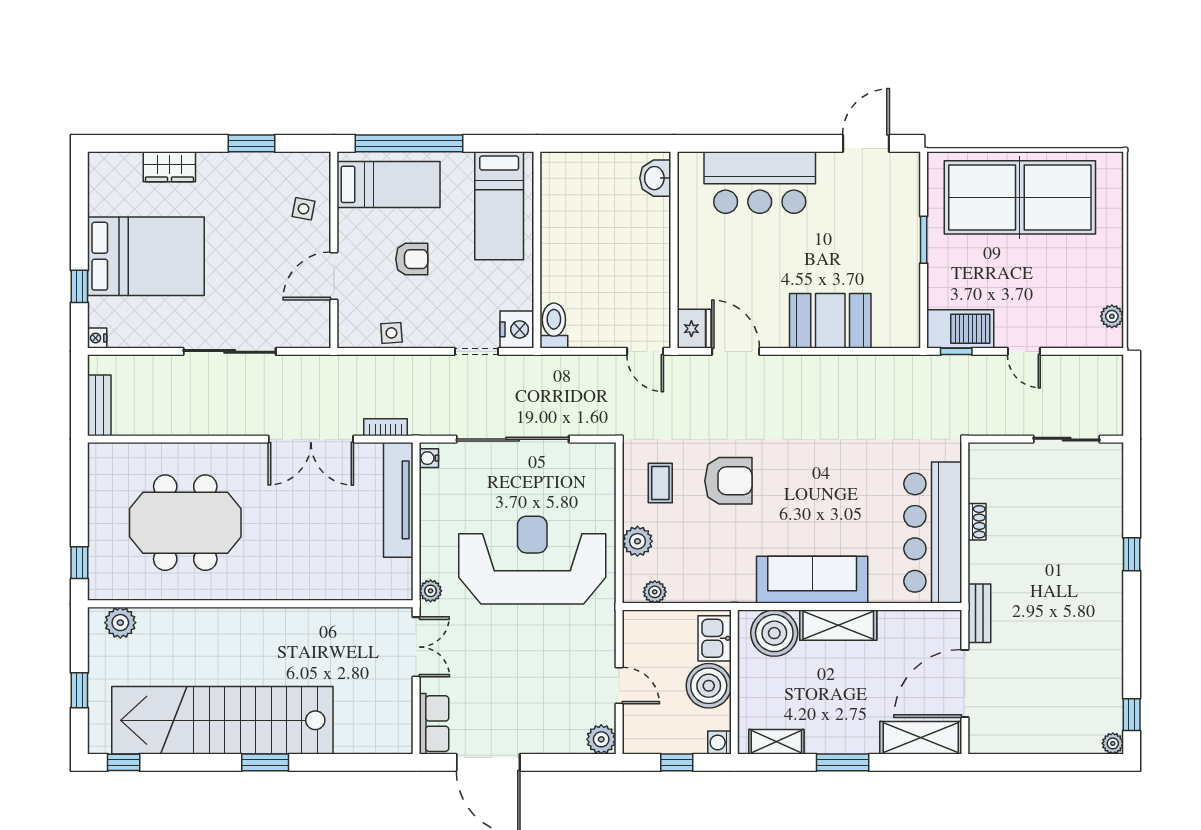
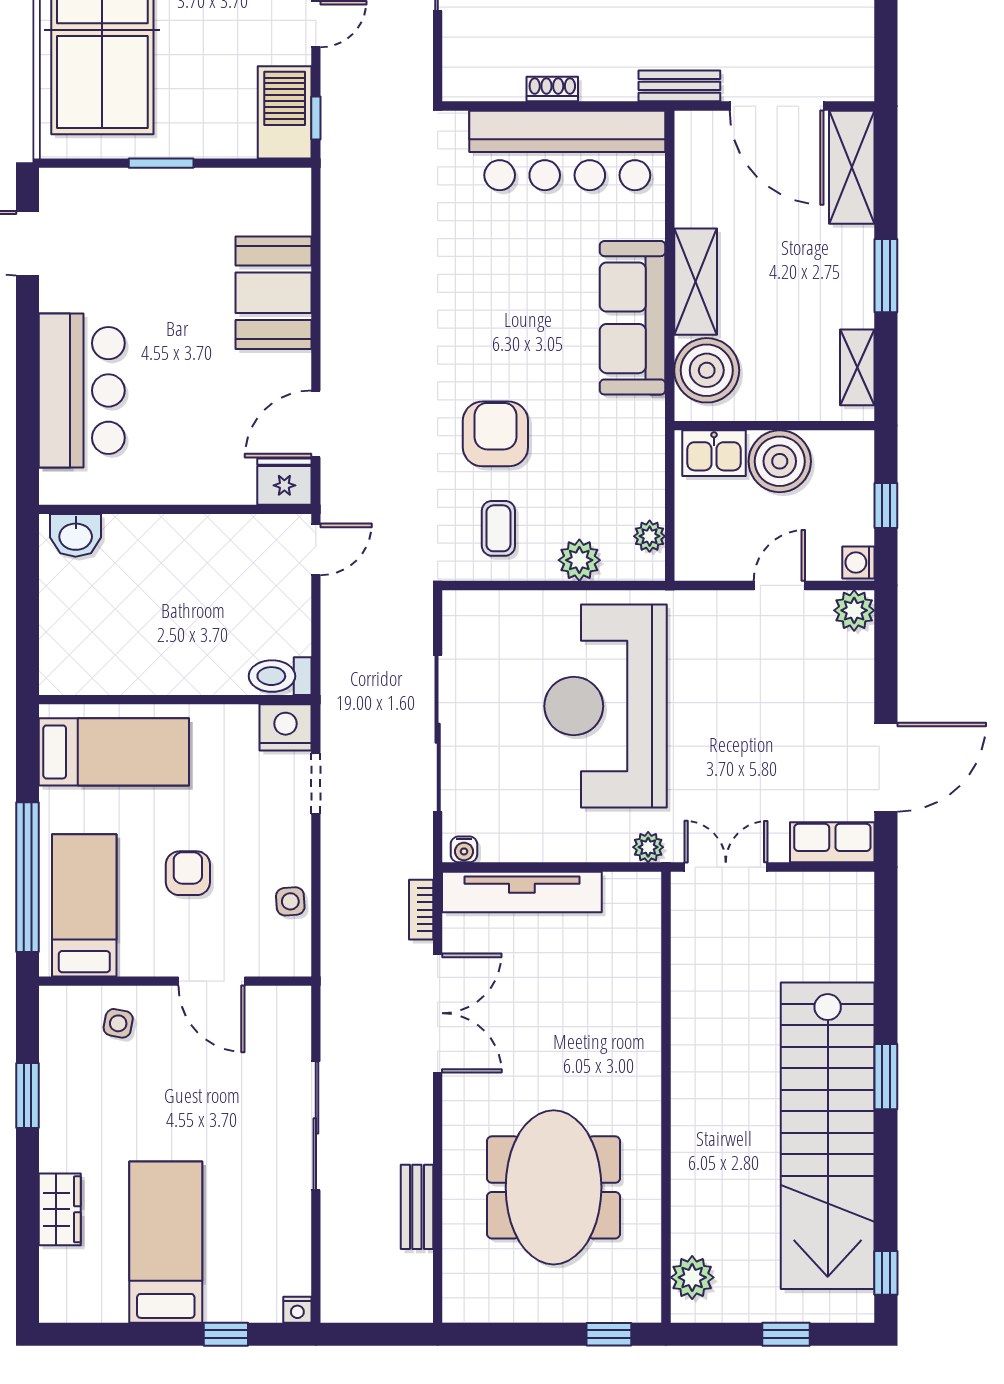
bed: (146, 256) -> (166, 1242), width x0.67
bench: (99, 405) -> (417, 1207), moved, turned 90
coffee table: (660, 483) -> (498, 528), turned 90
washing machine: (720, 742) -> (858, 562), moved, turned 90

